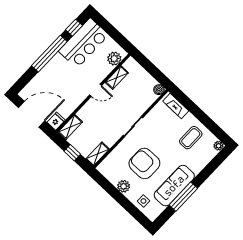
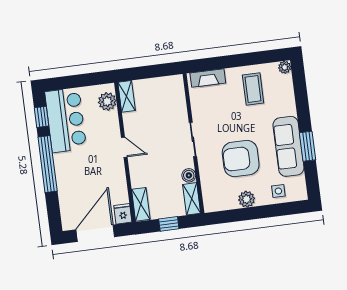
shelving: (117, 78) -> (127, 96), moved
door: (96, 90) -> (124, 147), hinge flipped
boiler: (159, 90) -> (189, 175), moved
window: (183, 197) -> (308, 146), width x0.69

